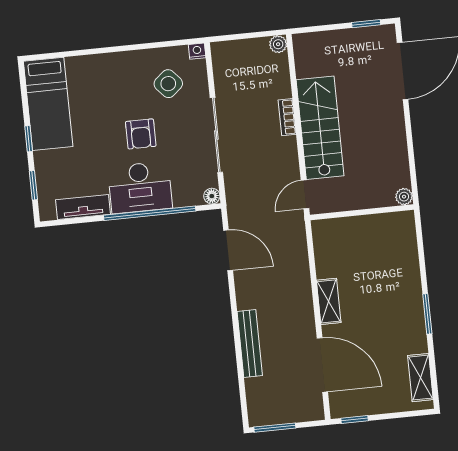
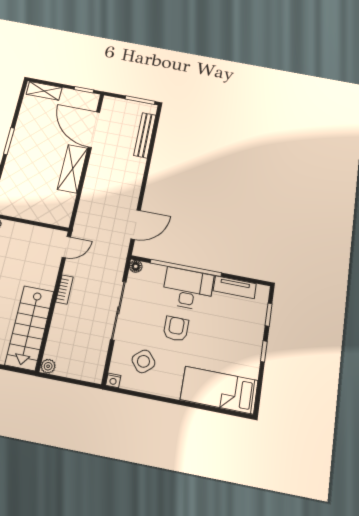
bed: (48, 104) -> (219, 390), moved, turned -90
bookcase: (287, 117) -> (64, 289), moved
stairs: (320, 128) -> (30, 328), moved
door: (228, 250) -> (136, 225), swing flipped
shelving: (329, 301) -> (73, 169), width x1.50, depth x1.33
bench: (250, 344) -> (145, 135), moved
shelving: (420, 378) -> (44, 91), moved, turned 90

